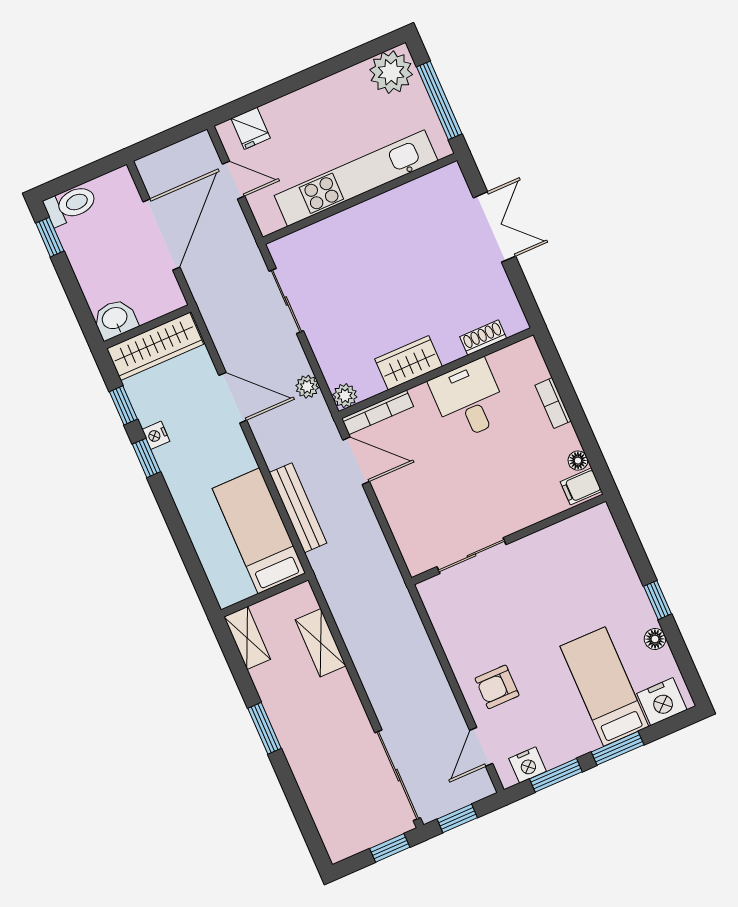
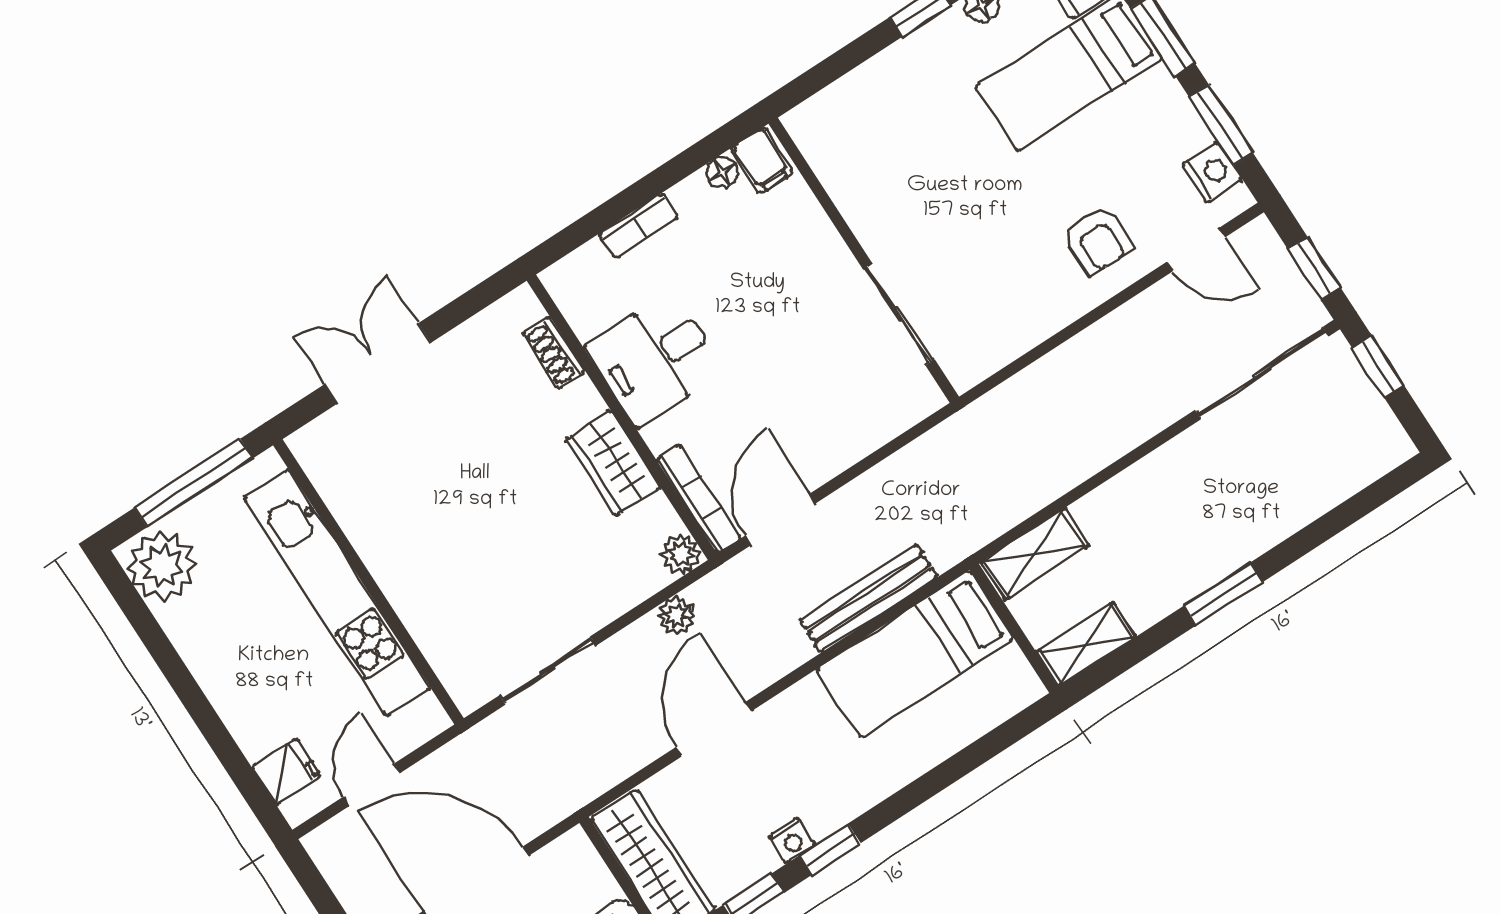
shelving: (321, 643) -> (1035, 554), moved

